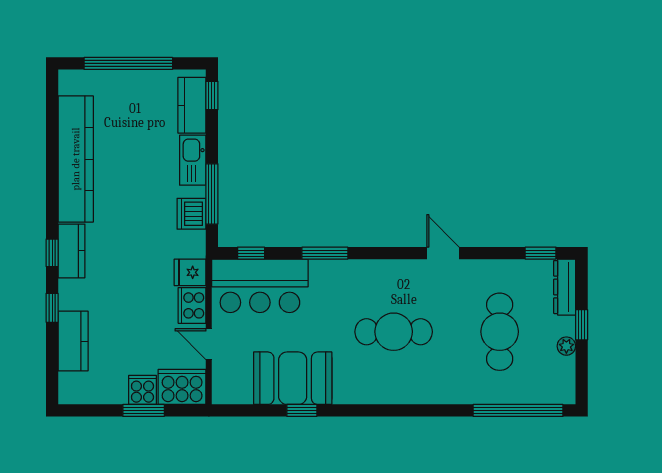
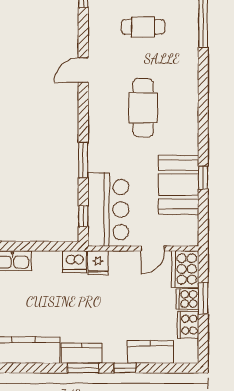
window: (212, 194) -> (38, 246), removed
dishwasher: (191, 214) -> (75, 262), moved
window: (52, 253) -> (83, 368), width x1.50
cooker: (192, 305) -> (188, 325), moved, turned 90
cafe table: (500, 332) -> (143, 27), width x0.73, depth x0.74

